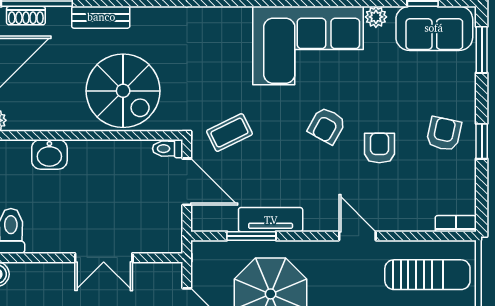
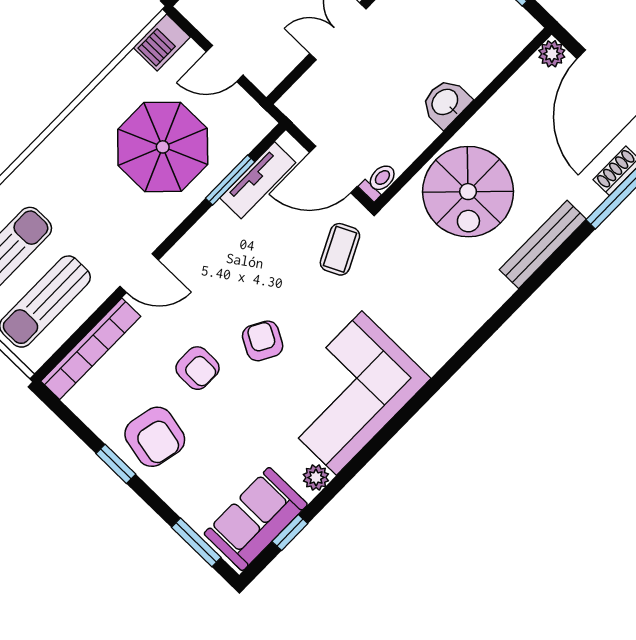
bench: (101, 17) -> (543, 244), width x1.36
spiral stairs: (123, 91) -> (468, 192), turned -90
armchair: (444, 134) -> (155, 437), width x1.38, depth x1.38
washbasin: (49, 154) -> (446, 103), moved
tv unit: (271, 220) -> (258, 180), moved
bookcase: (456, 224) -> (91, 349), width x2.31, depth x1.31

